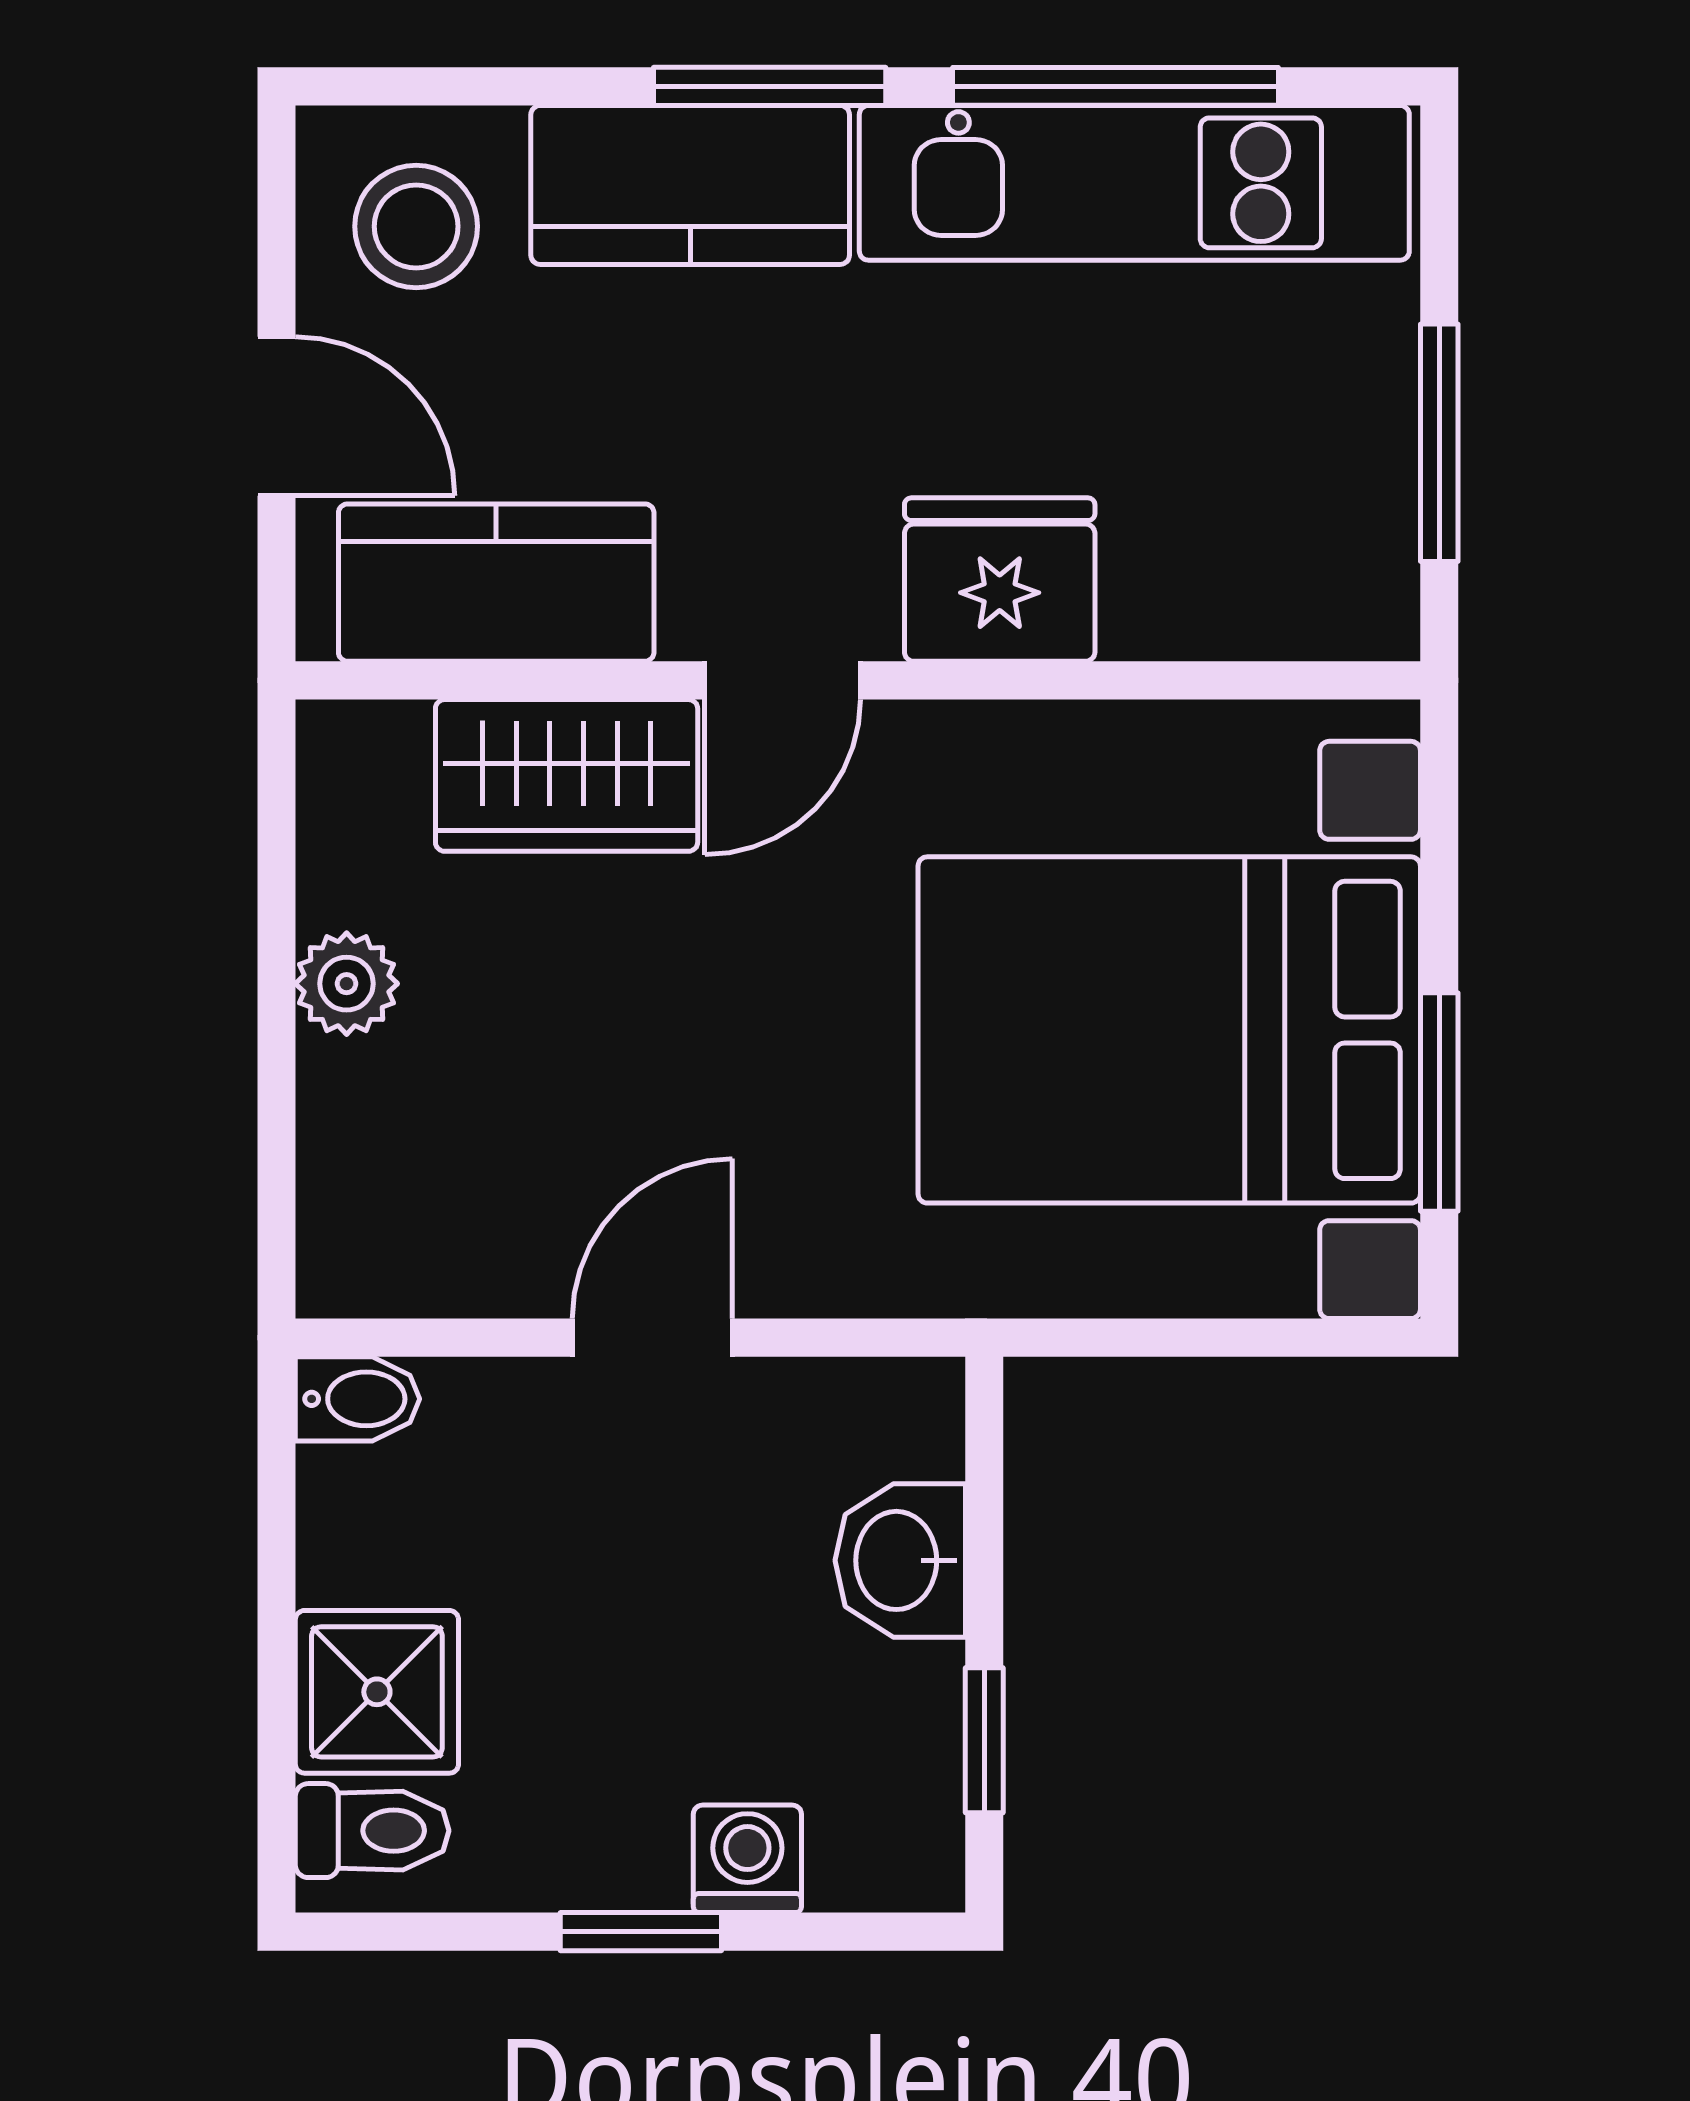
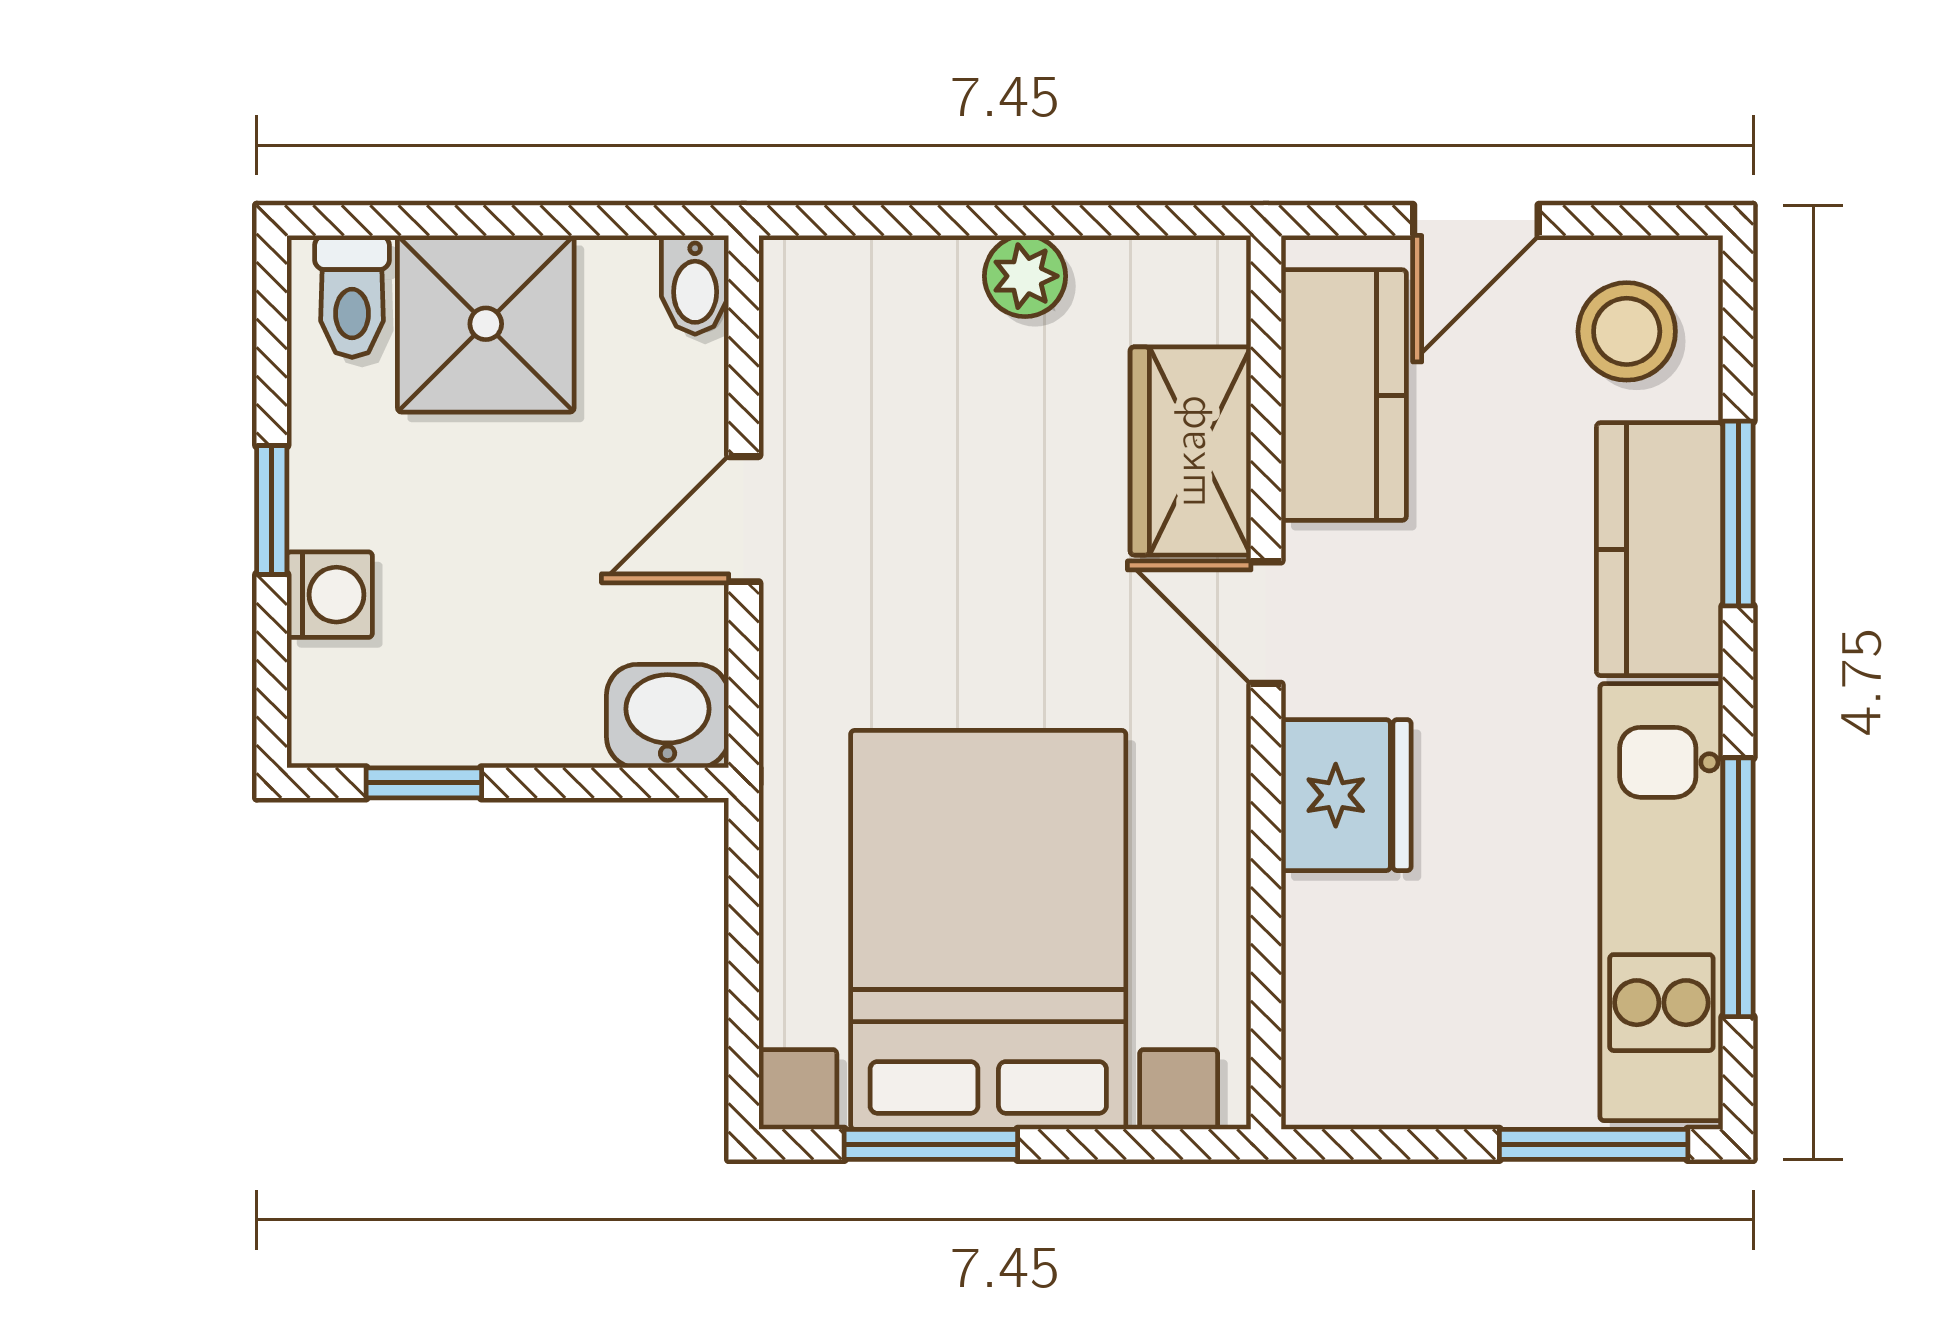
window: (770, 86) -> (1738, 514), moved
window: (1439, 443) -> (1594, 1144), moved
door: (652, 1338) -> (744, 519), swing flipped
washbasin: (900, 1560) -> (668, 716), moved
shower: (377, 1692) -> (486, 324), width x1.36, depth x1.36

